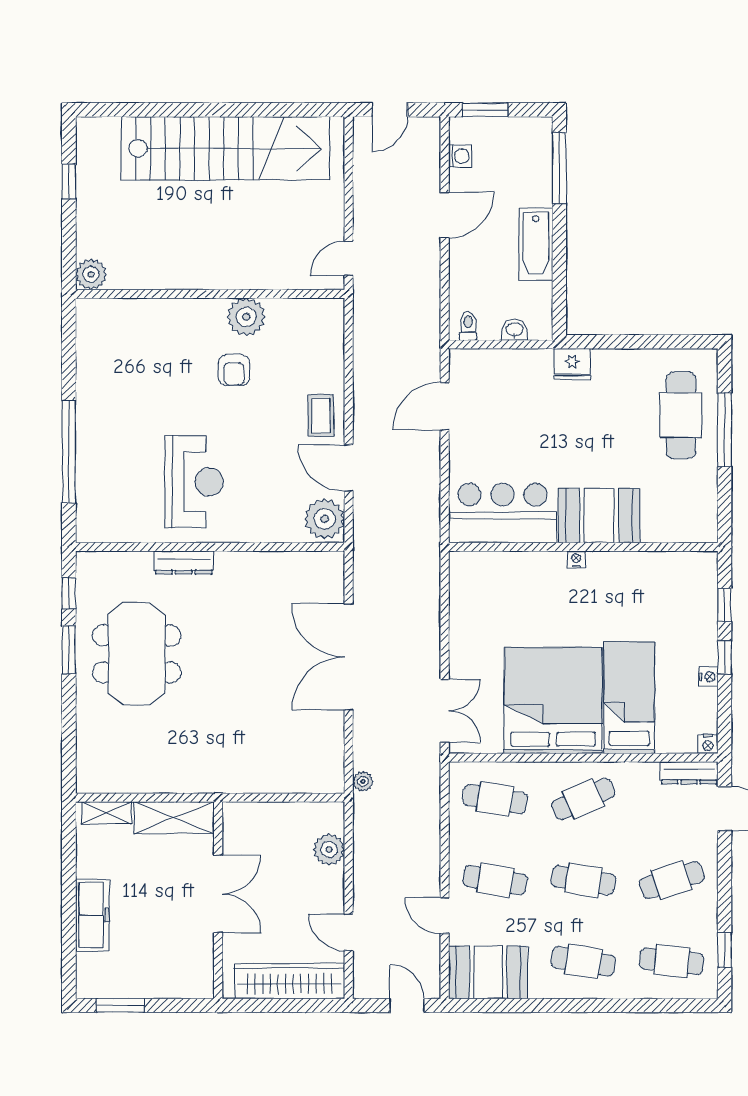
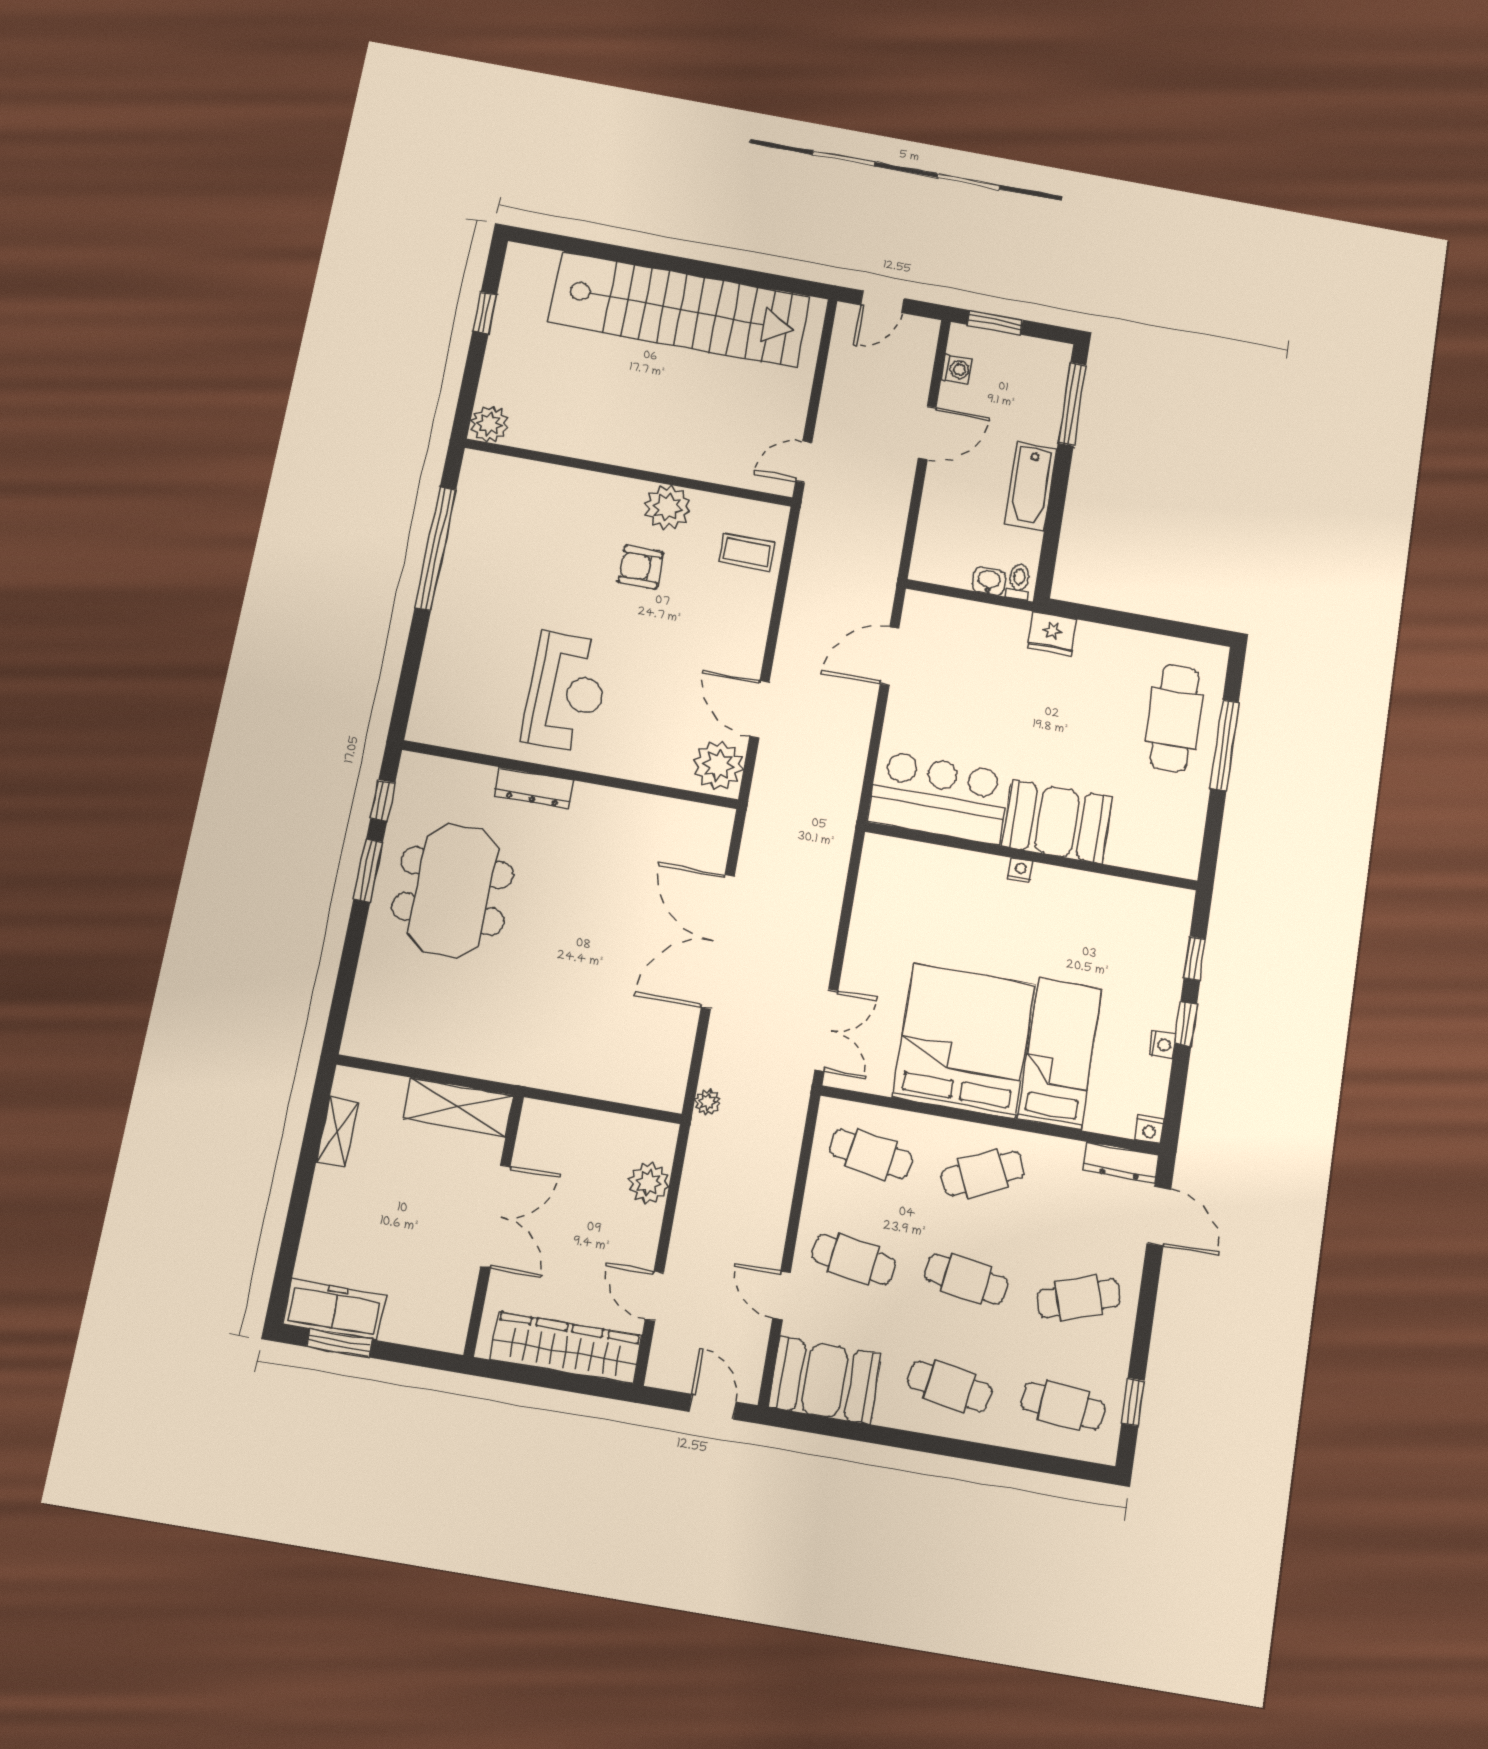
toilet: (468, 326) -> (1019, 582), moved
armchair: (234, 370) -> (641, 567), turned 90
coffee table: (321, 415) -> (747, 552), moved, turned 90
window: (69, 452) -> (435, 548), moved
shelving: (107, 813) -> (337, 1132), moved, turned 90
freezer: (92, 915) -> (334, 1310), moved, turned -90

